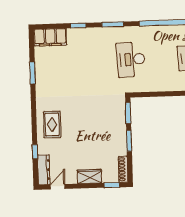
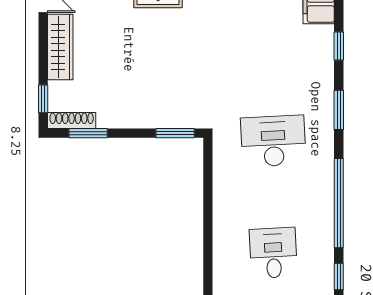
window: (129, 141) -> (88, 133), moved
wardrobe: (89, 176) -> (60, 47), width x1.50

